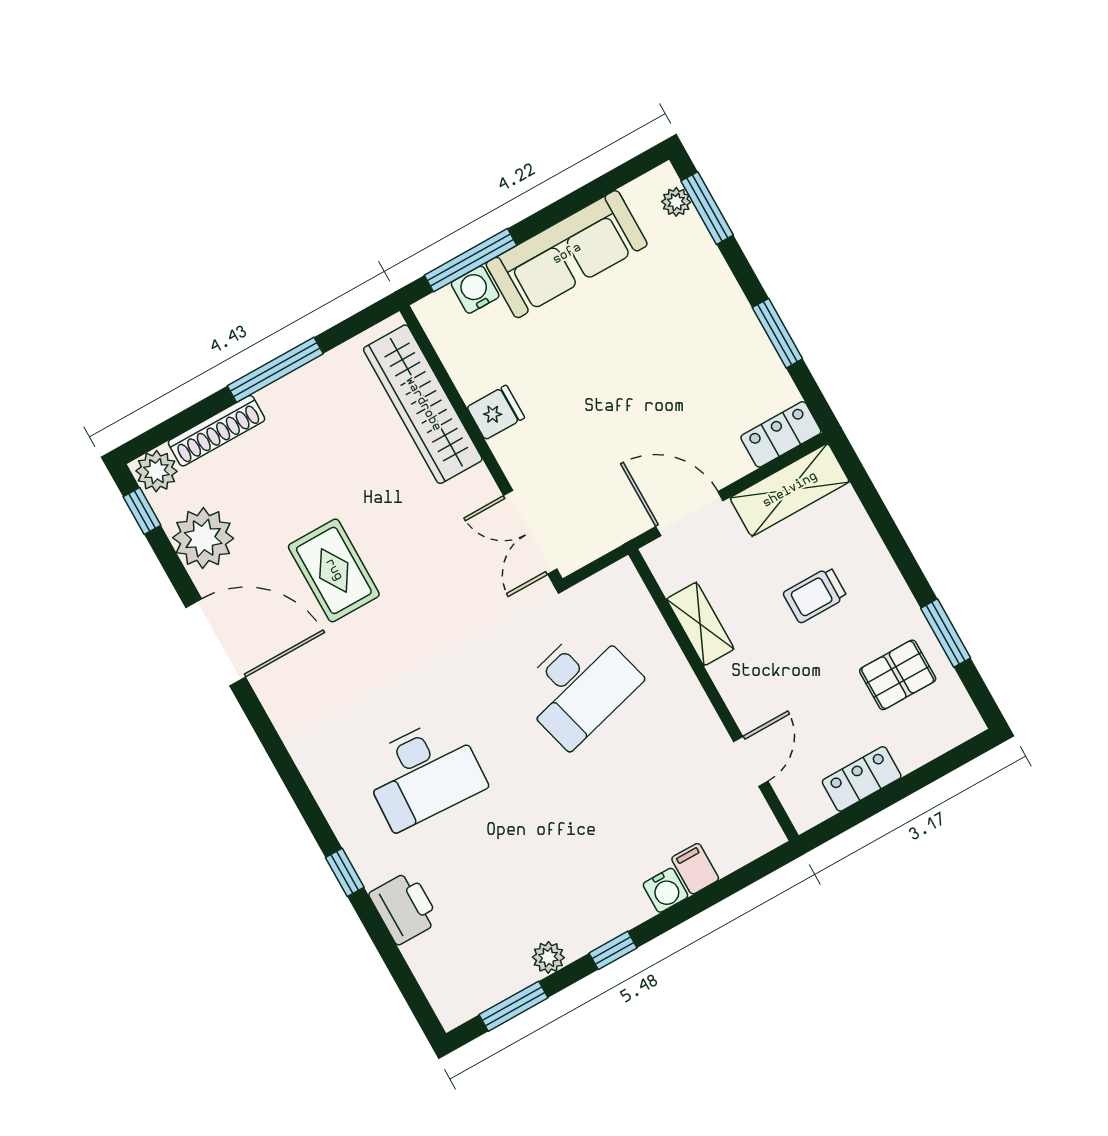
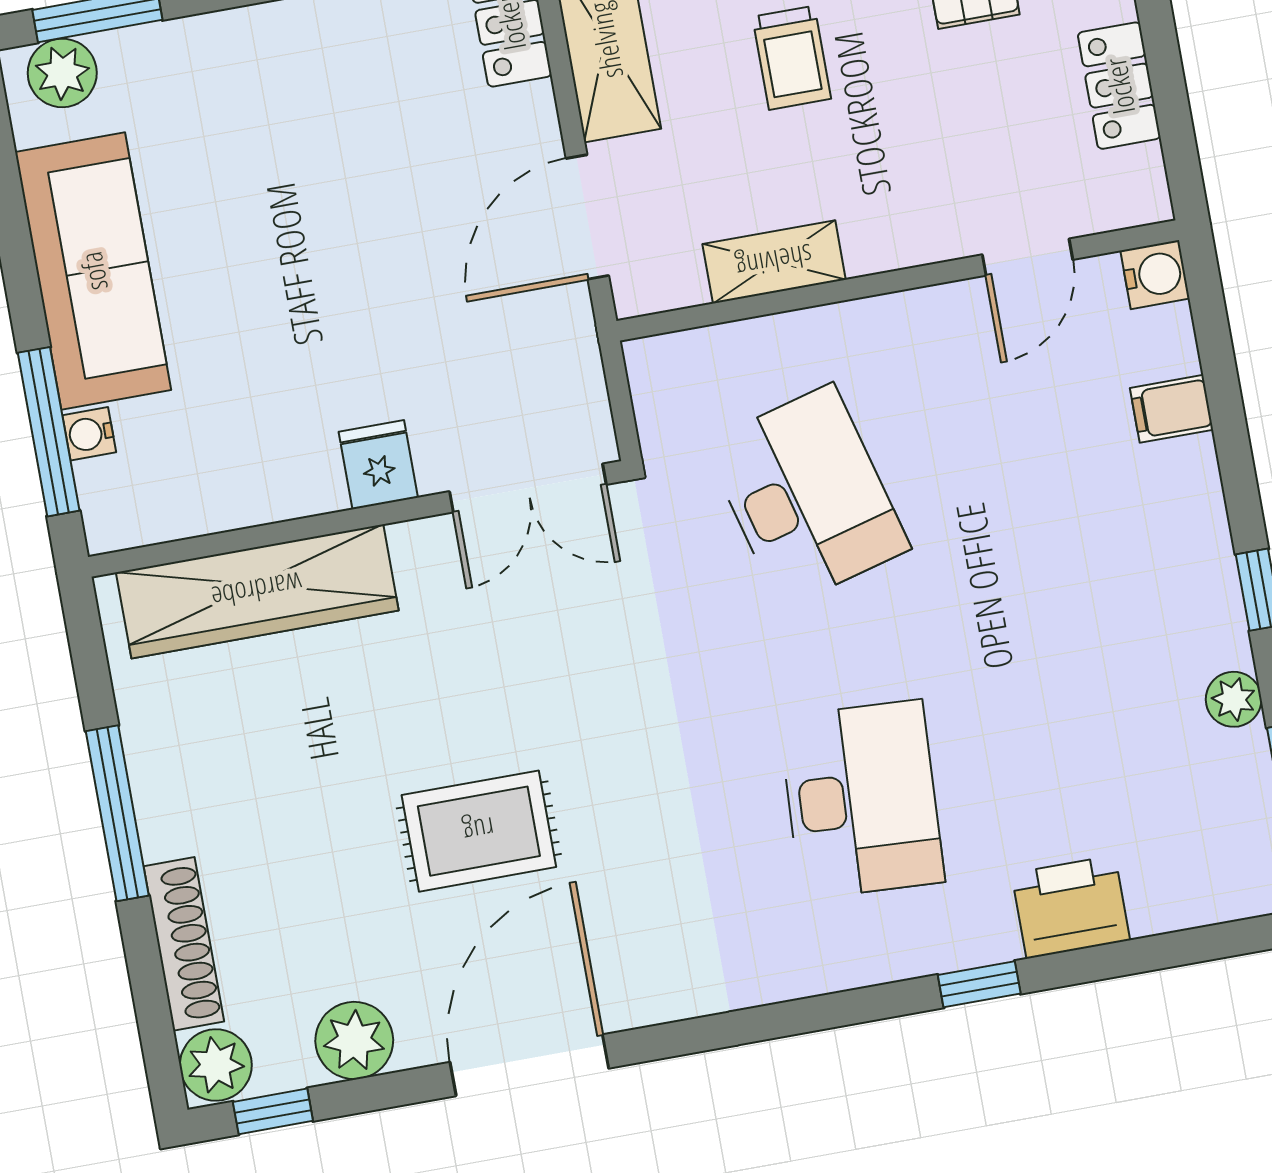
plant: (676, 202) -> (62, 73), width x1.38, depth x1.38
water cooler: (475, 290) -> (89, 434), width x0.72, depth x0.72
fridge: (496, 412) -> (378, 465), moved
plant: (203, 538) -> (354, 1041), width x0.73, depth x0.73
door: (751, 761) -> (1027, 257), swing flipped
water cooler: (665, 890) -> (1155, 275), moved

